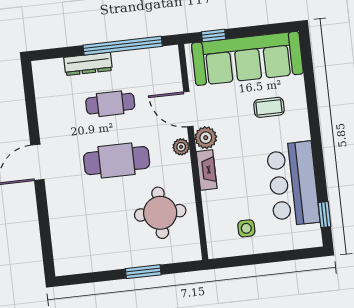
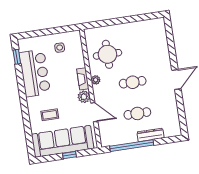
window: (214, 35) -> (69, 155), moved
plant: (181, 147) -> (96, 80), moved
cafe table: (117, 161) -> (133, 82), width x0.73, depth x0.74
window: (143, 272) -> (116, 21), removed

